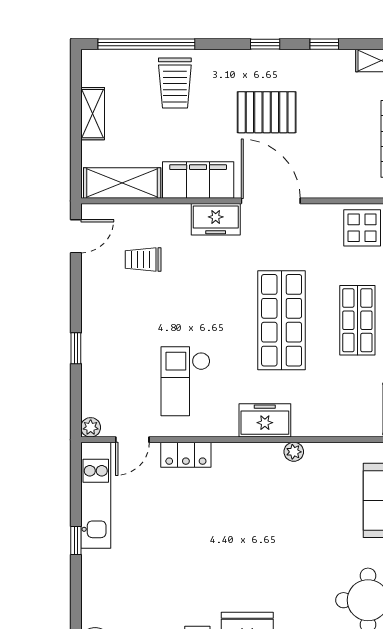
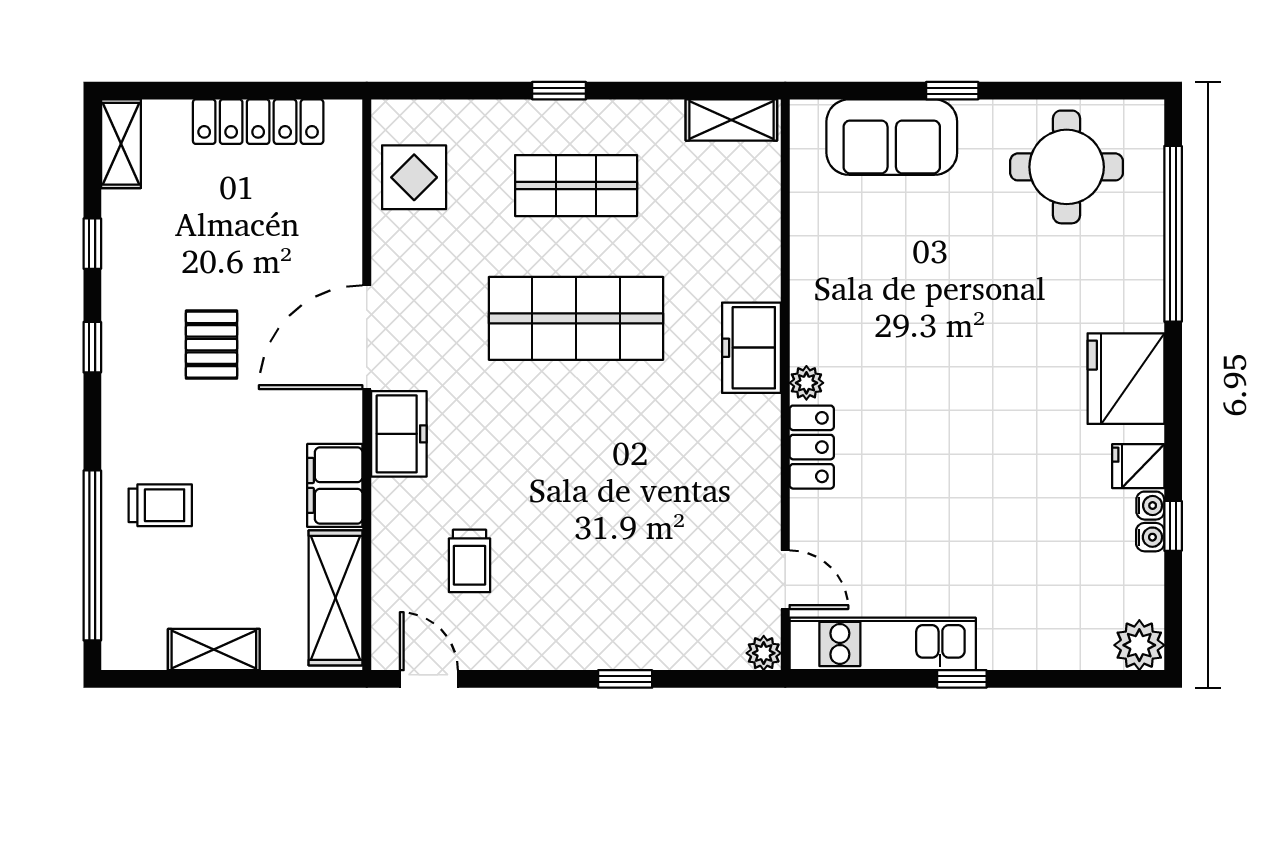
trolley: (175, 83) -> (160, 505), width x0.73, depth x0.72
pallet: (267, 112) -> (211, 345), width x0.67, depth x0.71
filing cabinet: (198, 180) -> (335, 485), width x0.67, depth x0.86
checkout: (186, 381) -> (683, 487), removed
plant: (294, 452) -> (806, 383), moved
locker: (186, 455) -> (812, 447), moved

